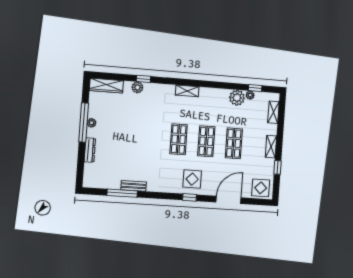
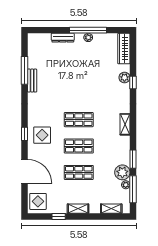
window: (224, 85) -> (133, 159), added
window: (255, 88) -> (133, 189), width x2.17

